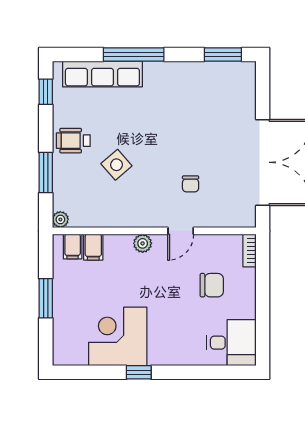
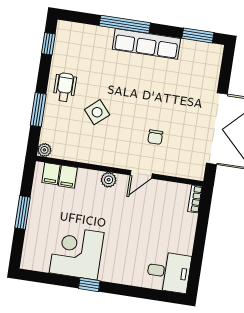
row of seats: (102, 74) -> (146, 44), moved
wheelchair: (73, 141) -> (65, 87), turned 90
chair: (212, 285) -> (160, 223), removed

